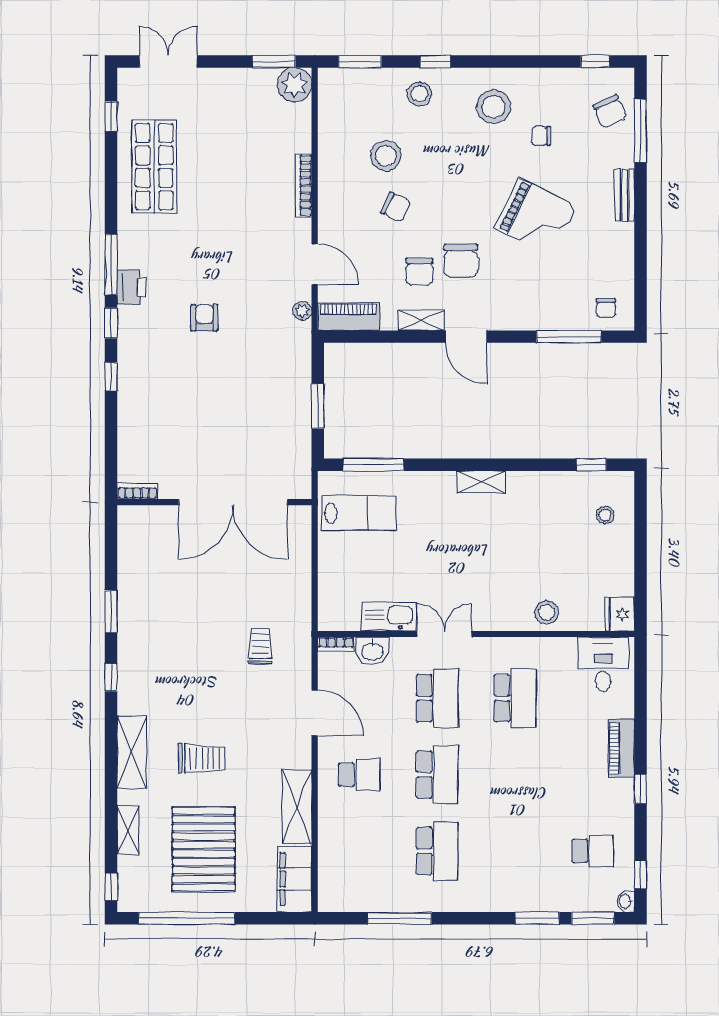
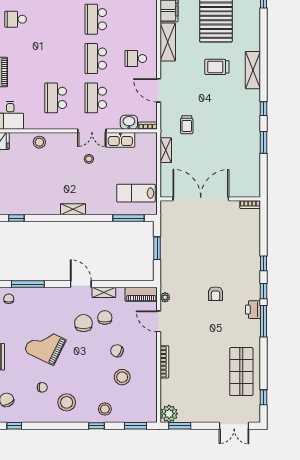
stool: (605, 515) -> (89, 159), moved
shelving: (128, 830) -> (166, 150), moved

